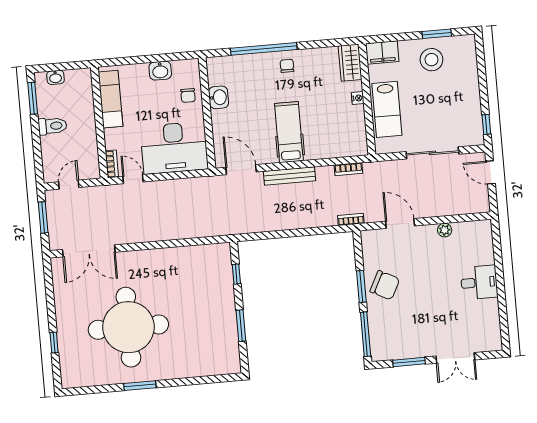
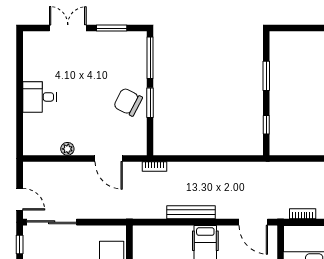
sliding door: (432, 153) -> (52, 222), moved
bookcase: (348, 169) -> (303, 214), moved
bench: (290, 176) -> (191, 212), moved

